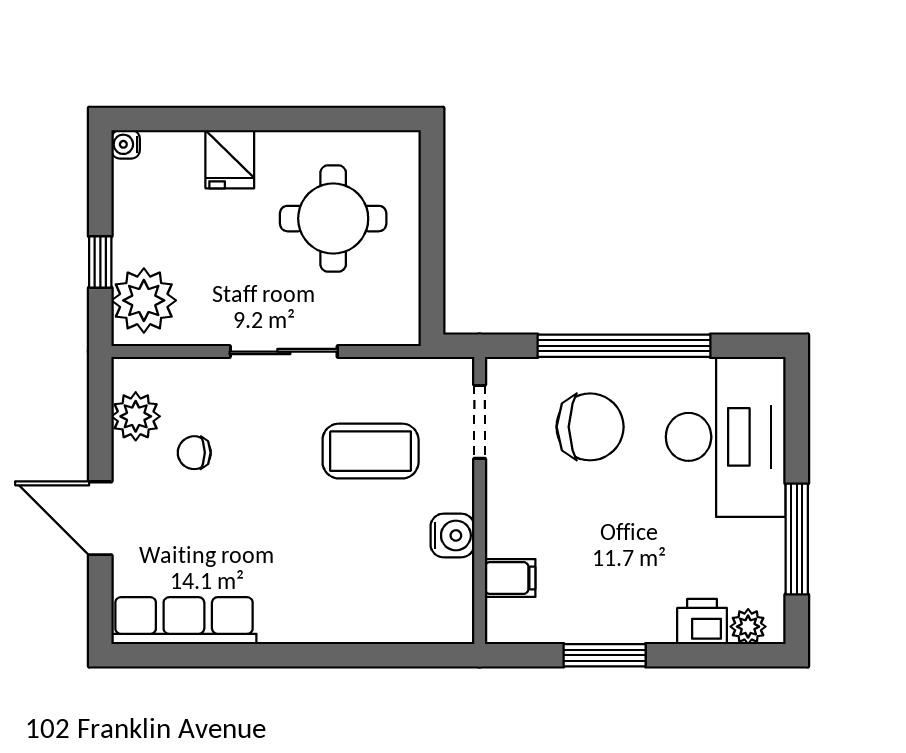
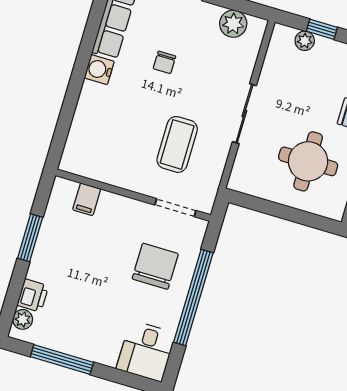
plant: (144, 300) -> (305, 41), width x0.53, depth x0.53
chair: (590, 427) -> (155, 266), turned 180
desk: (726, 437) -> (146, 351), width x0.53, depth x0.77
chair: (194, 453) -> (164, 62), moved, turned 180
water cooler: (452, 535) -> (99, 70), moved, turned 90

